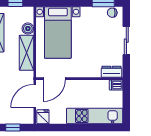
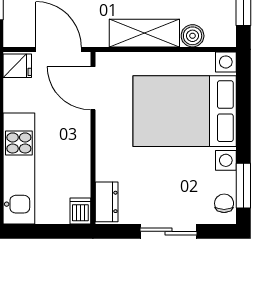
bed with nightstands: (58, 33) -> (185, 111), width x1.36

